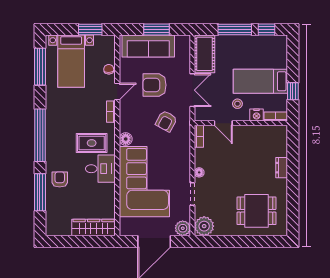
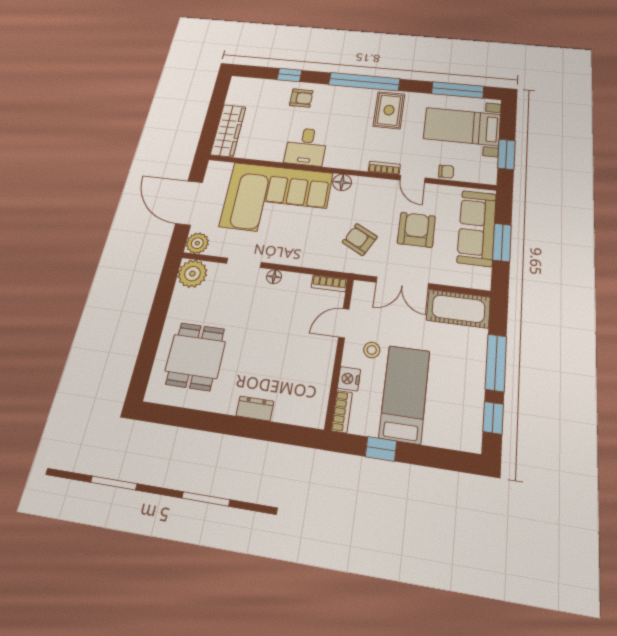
rug: (92, 143) -> (389, 110), moved
window: (40, 192) -> (289, 75), width x0.46

